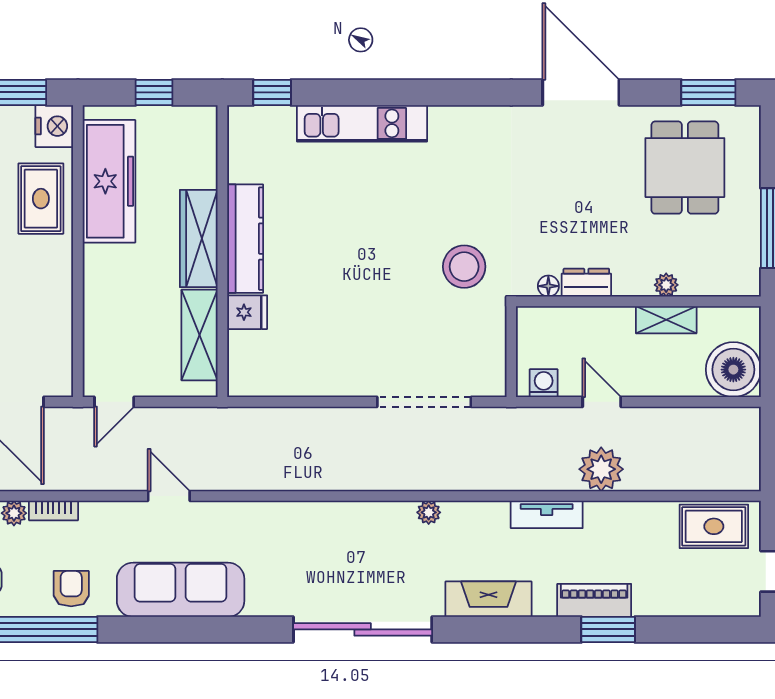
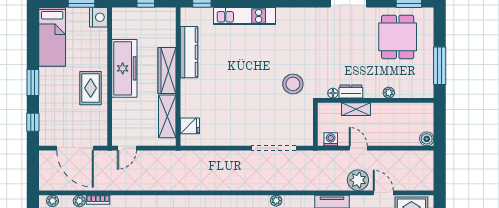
freezer: (109, 181) -> (124, 68), moved
rug: (41, 199) -> (91, 88), moved
kitchen counter: (245, 239) -> (189, 52), moved
fridge: (247, 312) -> (190, 126), moved
shelving: (666, 320) -> (356, 109), moved
boiler: (733, 370) -> (427, 139), width x0.54, depth x0.54
door: (169, 496) -> (383, 193), moved

